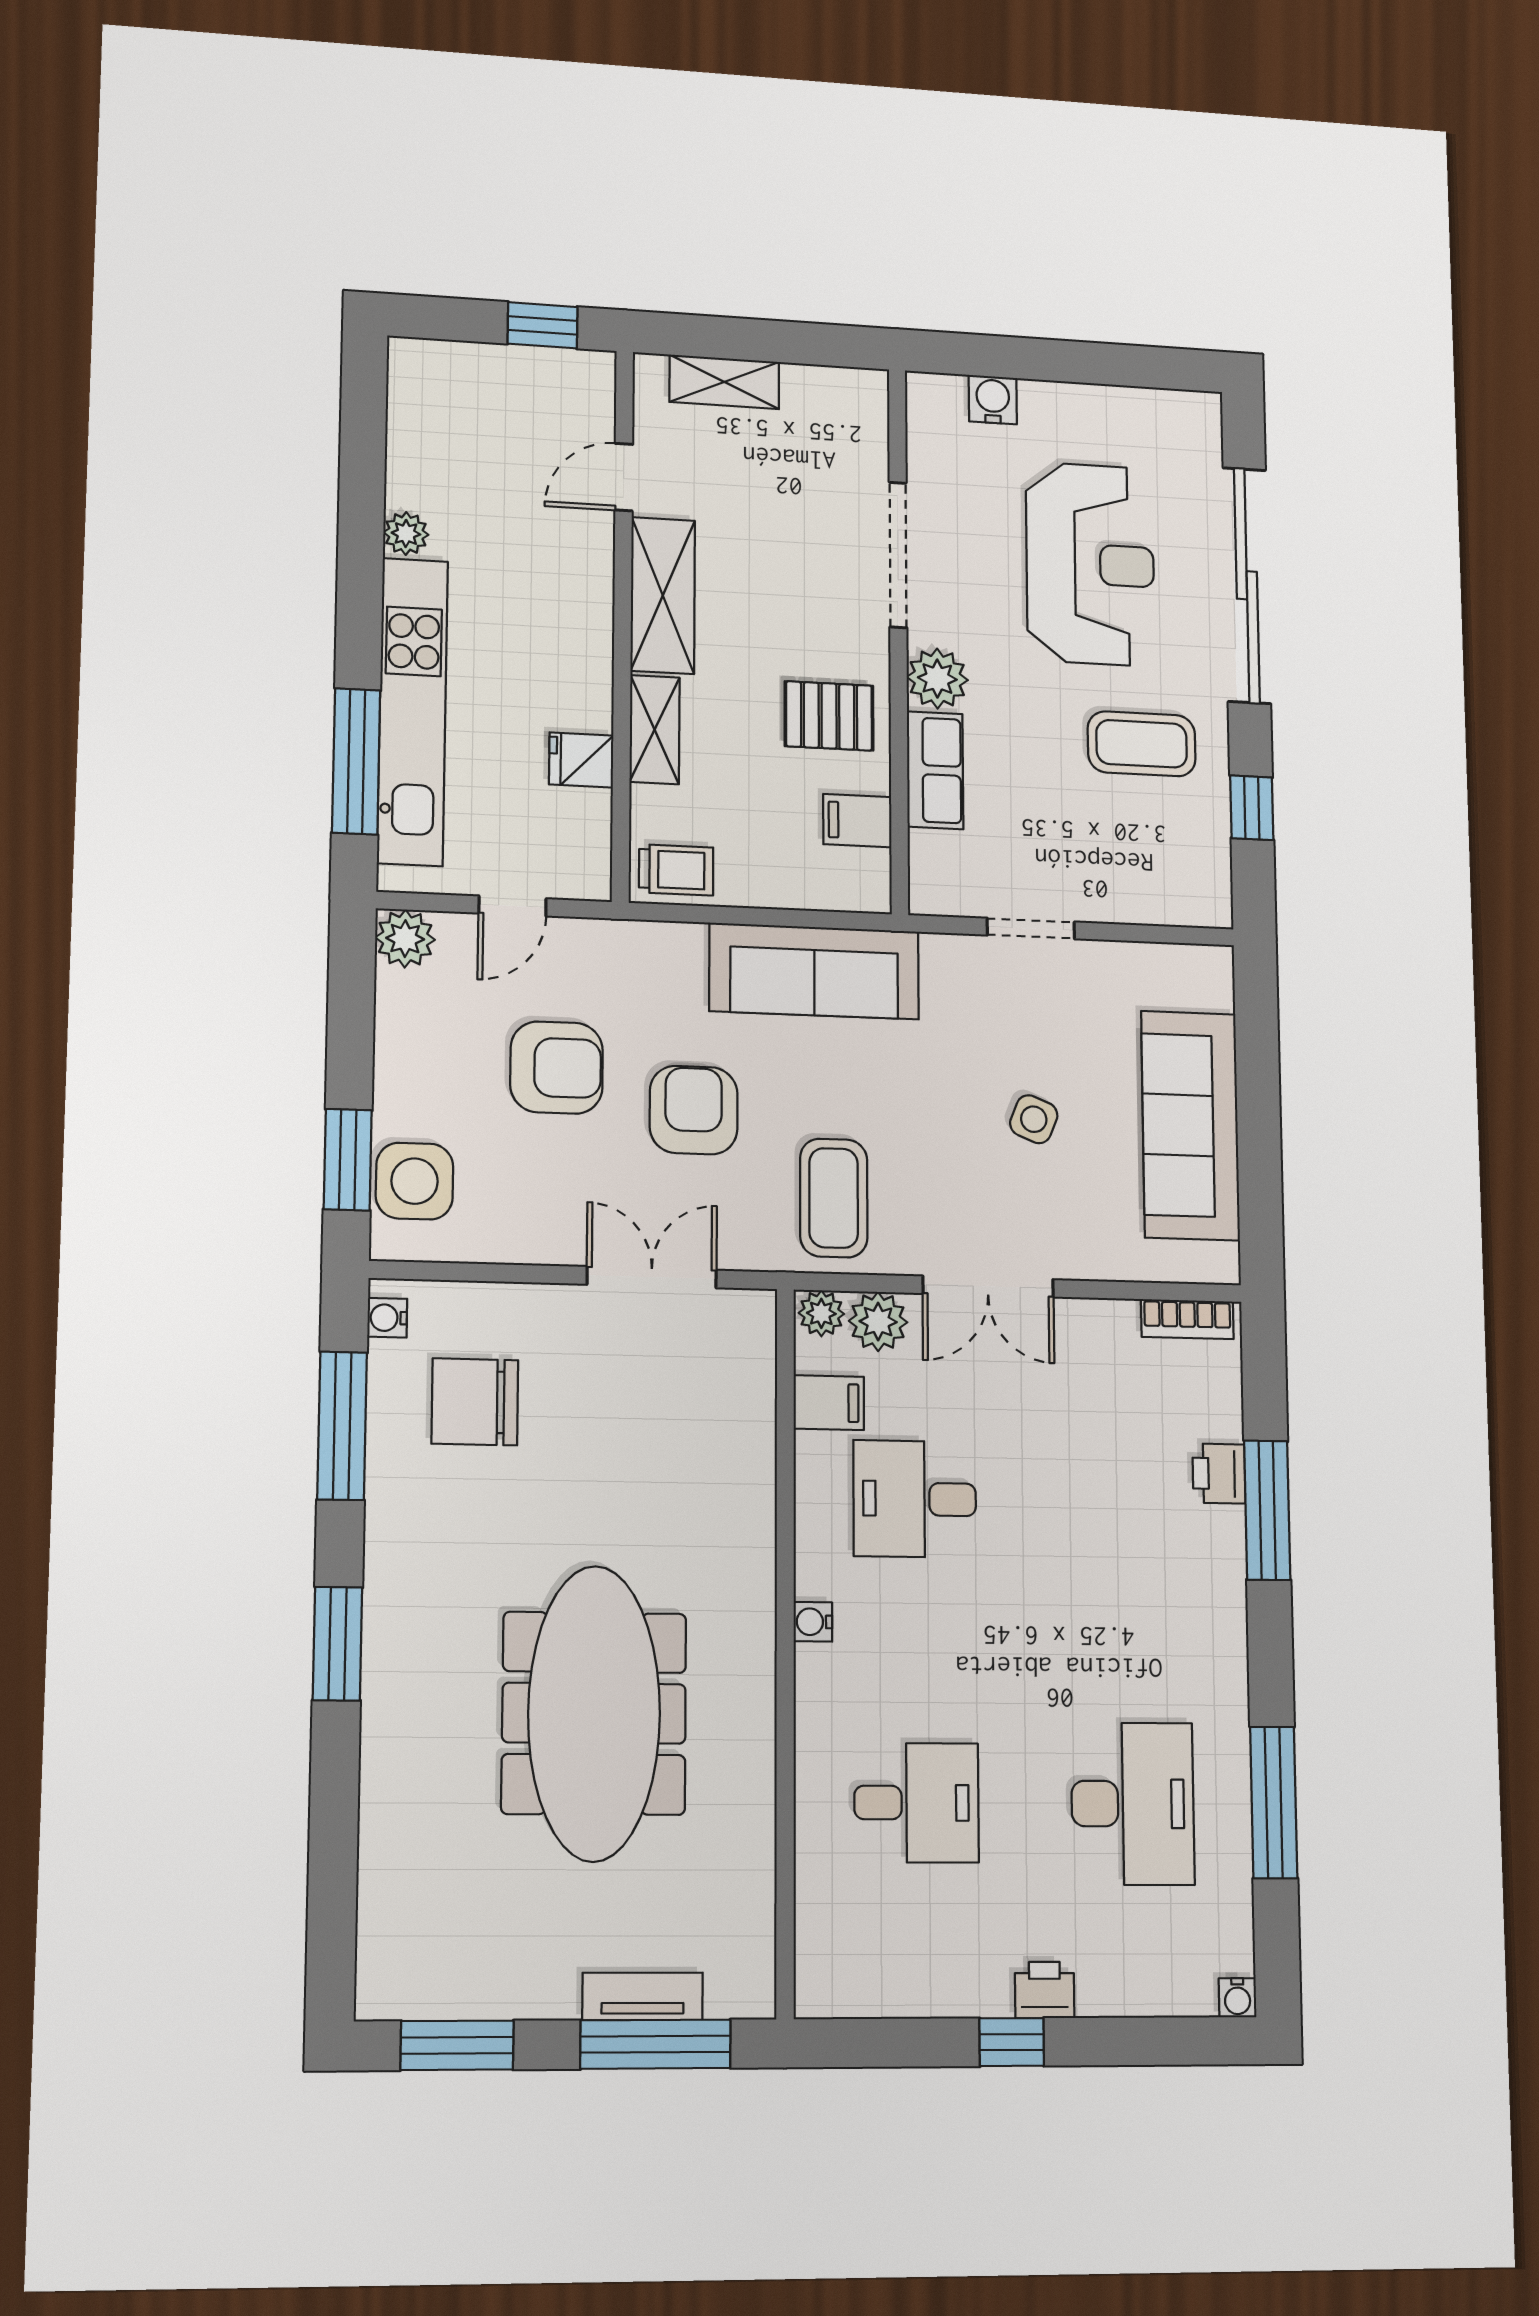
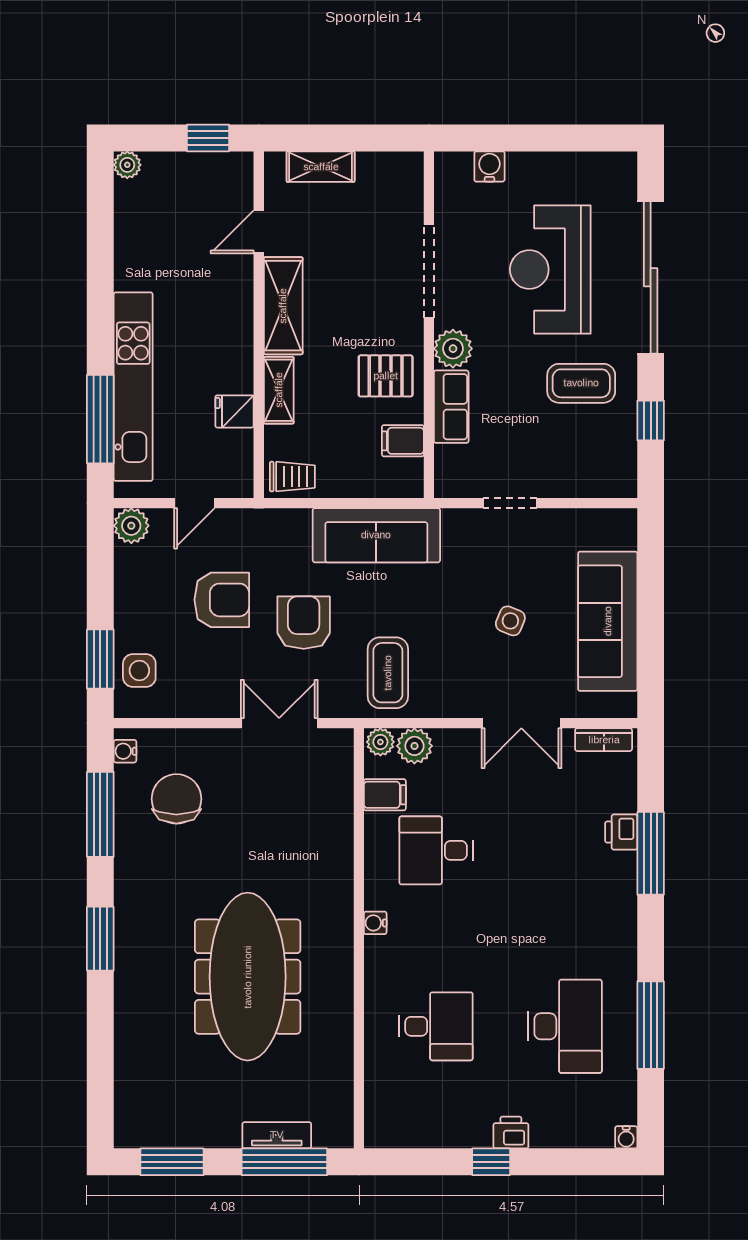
plant: (406, 534) -> (127, 165), moved
reception desk: (1090, 564) -> (550, 270), turned 180
side table: (415, 1181) -> (139, 670), width x0.73, depth x0.73
double door: (988, 1287) -> (521, 723), moved
chair: (475, 1402) -> (176, 799), turned 90

